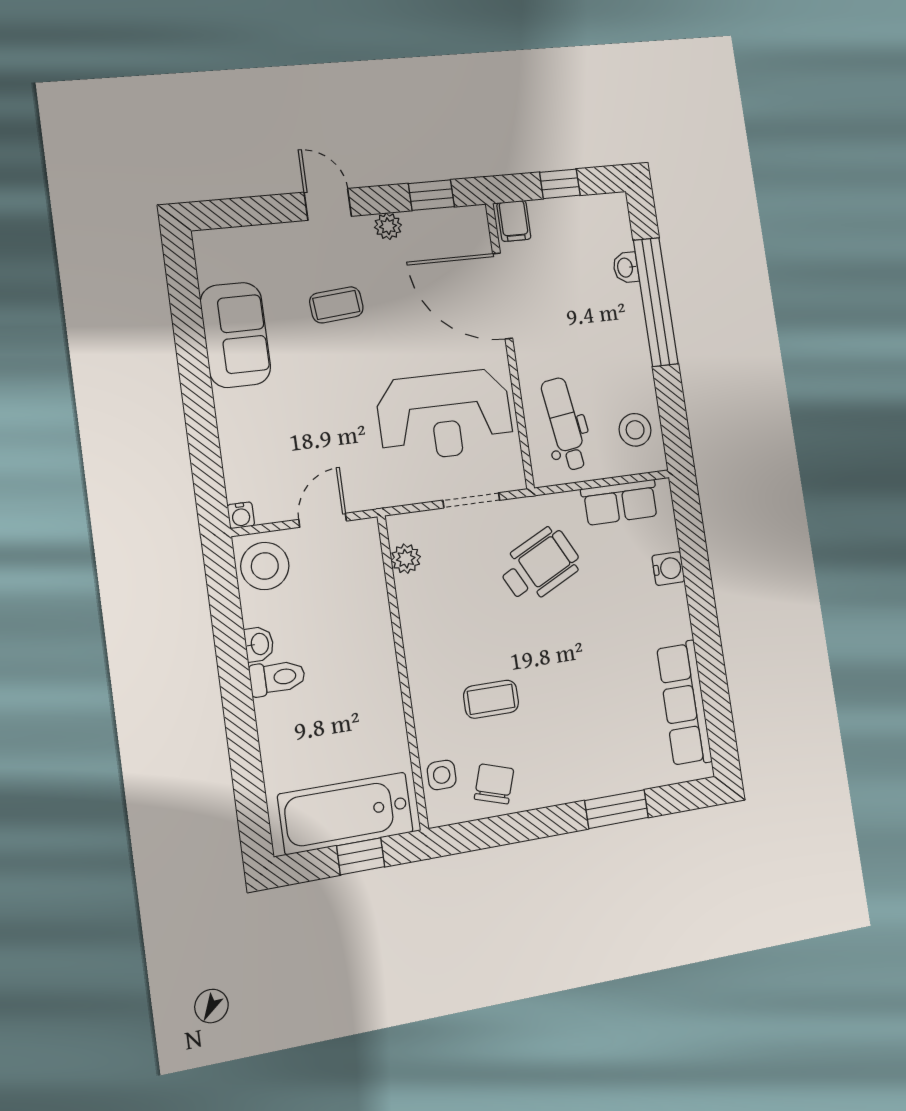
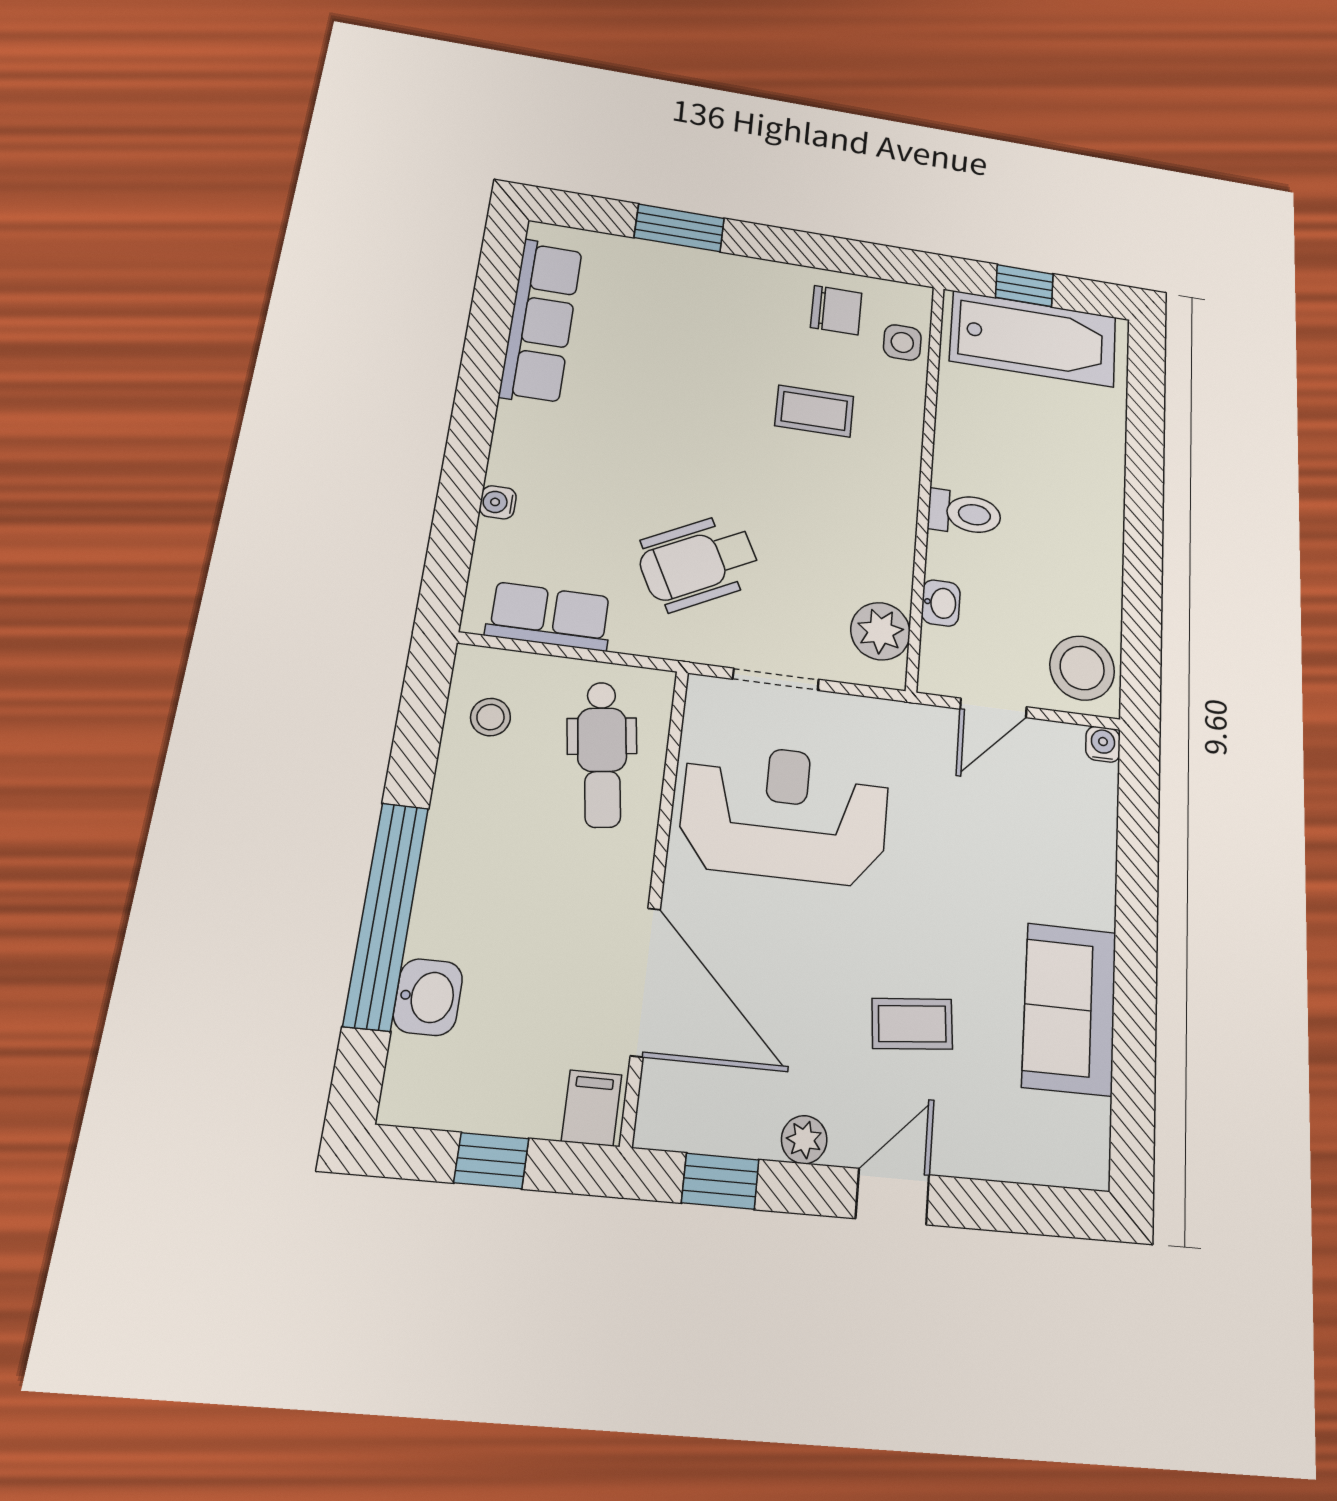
door: (328, 204) -> (893, 1197), swing flipped
washbasin: (626, 268) -> (428, 997), width x1.38, depth x1.45
stool: (635, 430) -> (490, 717), width x0.73, depth x0.73
plant: (406, 559) -> (880, 631), width x1.38, depth x1.38
water cooler: (668, 569) -> (498, 502), width x0.72, depth x0.72
washbasin: (259, 644) -> (941, 603), moved, turned 180
toilet: (277, 678) -> (964, 513), moved, turned 180
chair: (494, 784) -> (836, 310), turned -108

